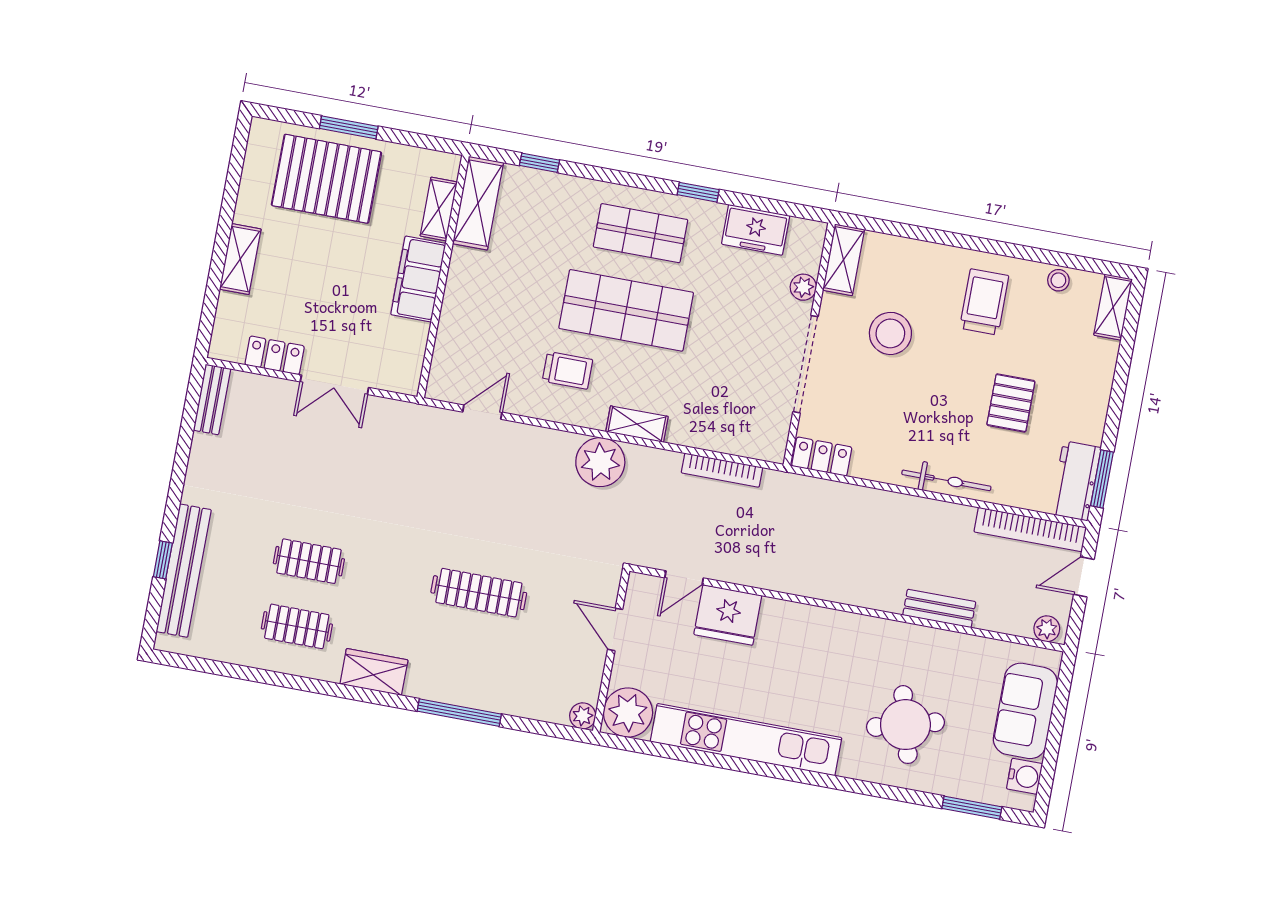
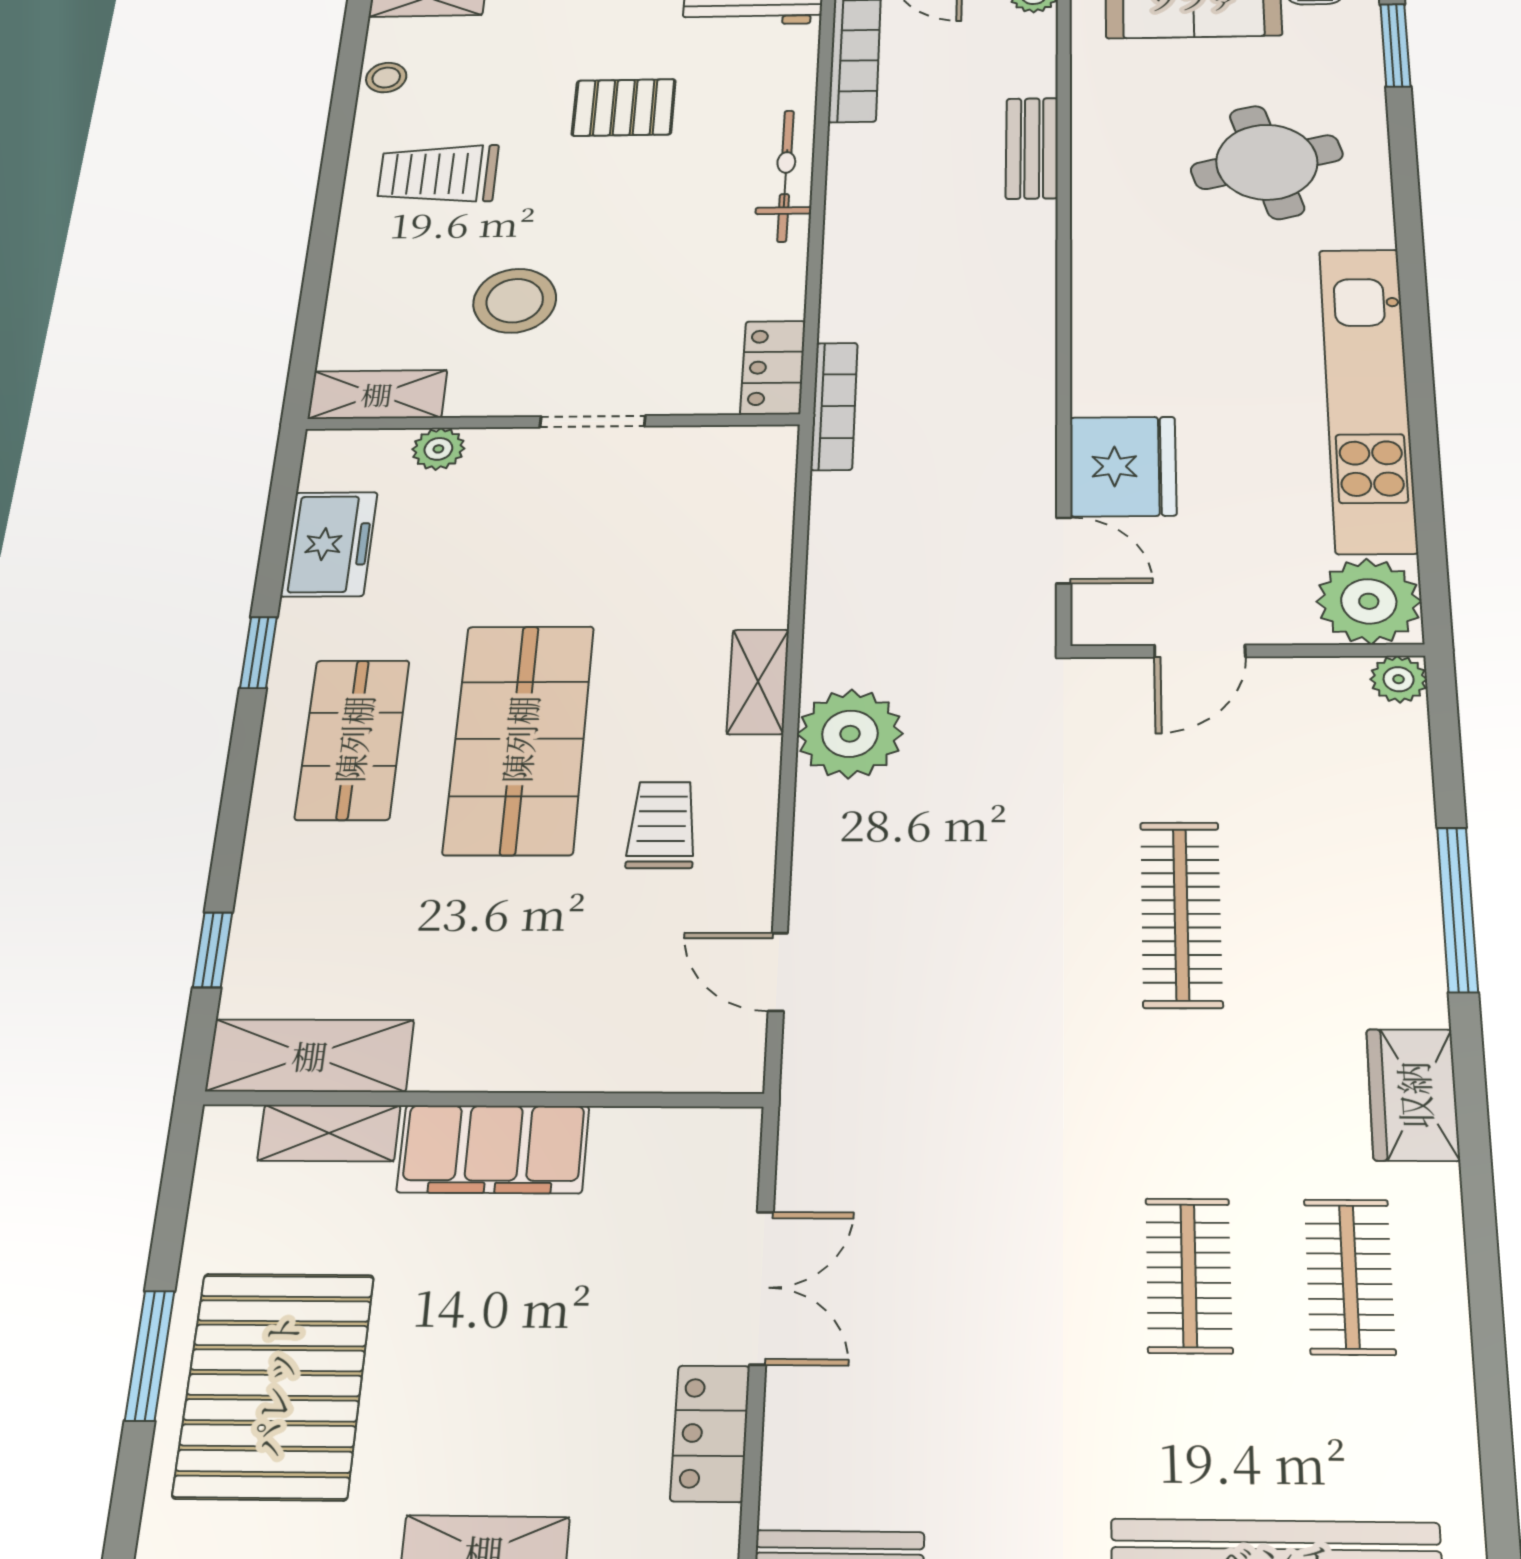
doorway: (806, 364) -> (593, 421), width x0.53
bookcase: (722, 470) -> (834, 406), moved

